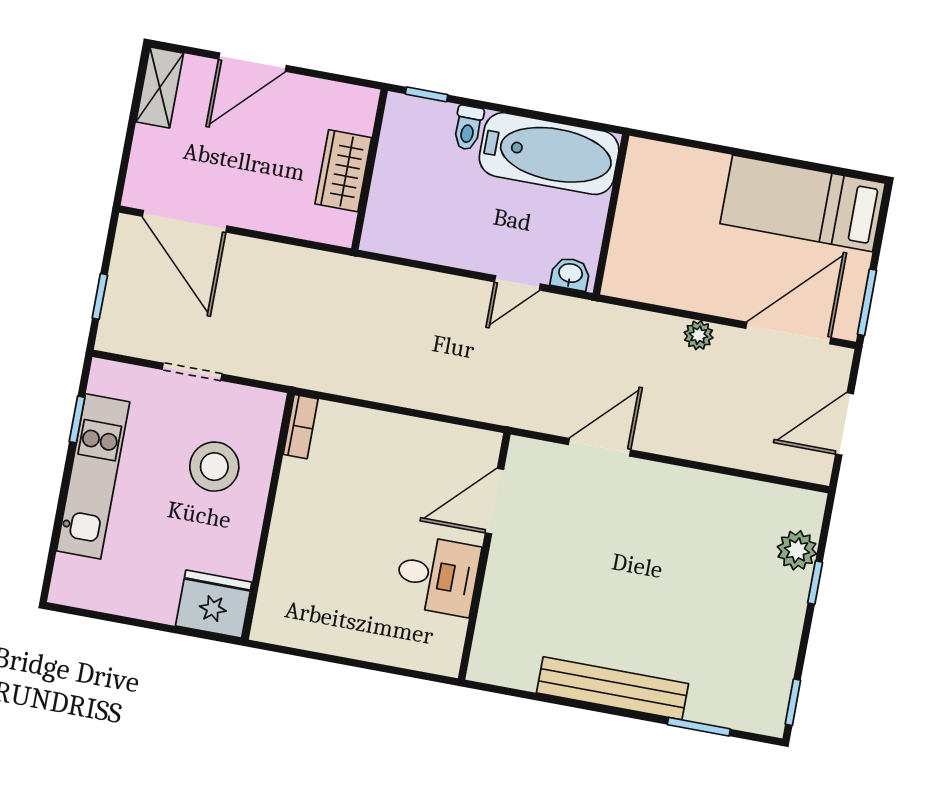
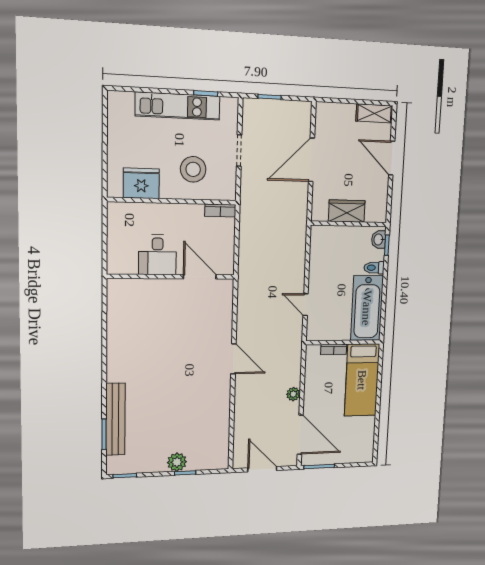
bed: (803, 203) -> (362, 380), moved, turned 180
door: (185, 221) -> (311, 160), moved
bookcase: (622, 237) -> (334, 349), added
washbasin: (570, 274) -> (379, 240), moved, turned 180
door: (494, 501) -> (200, 277), moved
plant: (797, 550) -> (177, 462), moved
wall: (484, 556) -> (171, 277), moved
desk: (437, 576) -> (157, 255), moved
fridge: (214, 604) -> (141, 183), moved, turned -90
bench: (613, 688) -> (115, 419), moved

